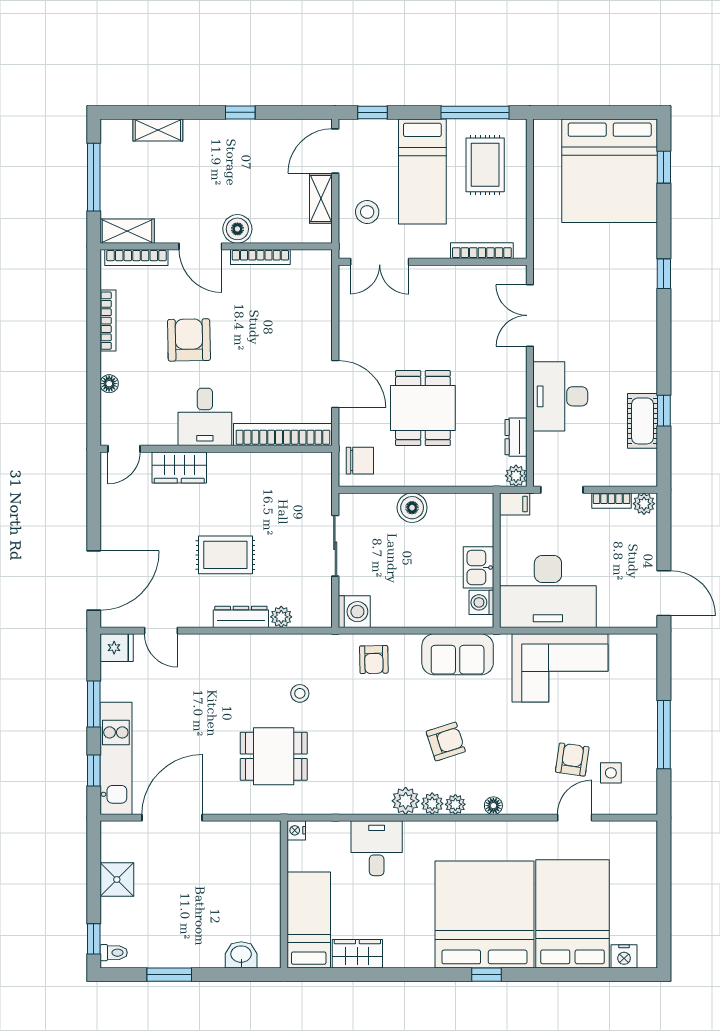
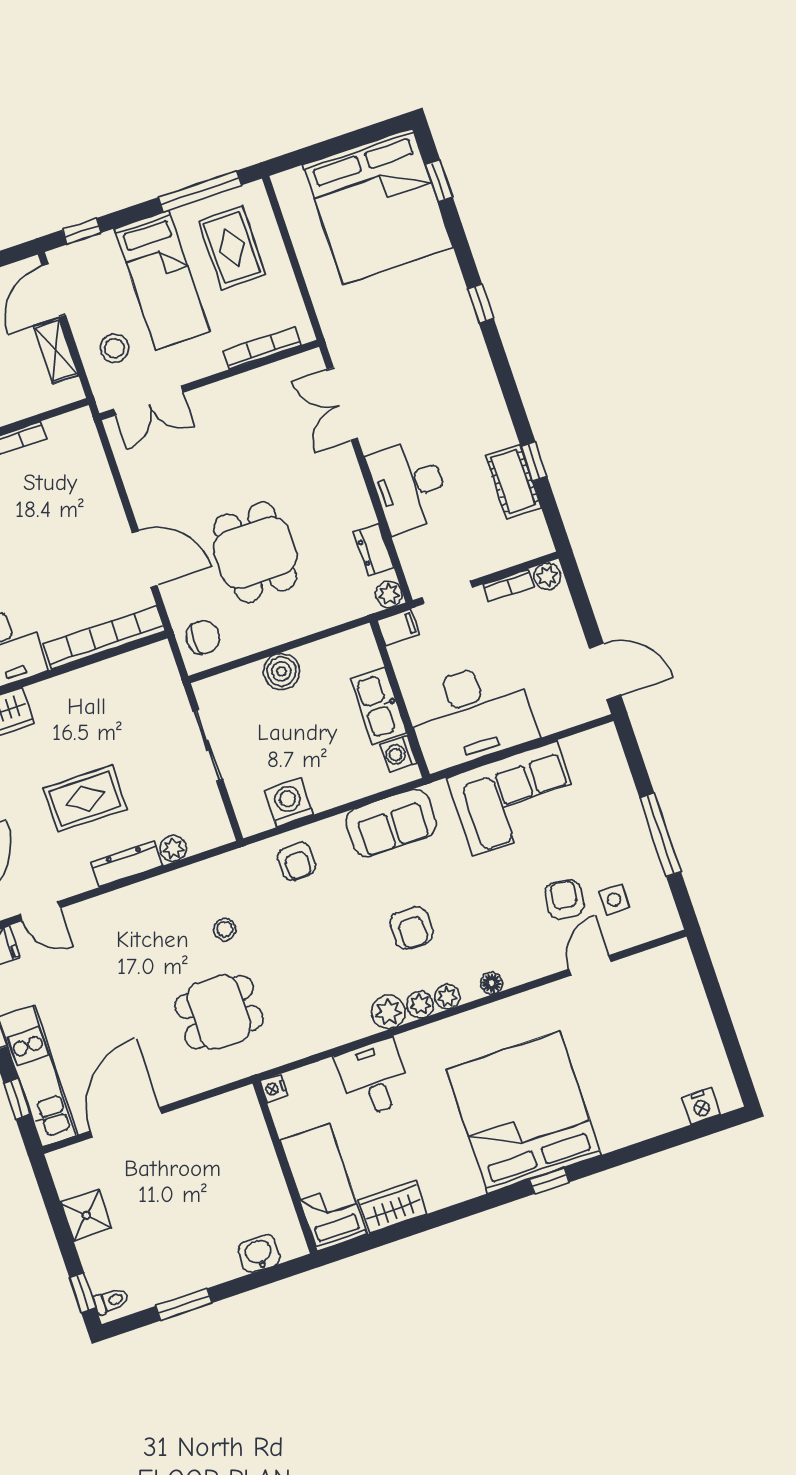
kitchen sink: (479, 567) -> (378, 706), width x1.38
washing machine: (354, 612) -> (289, 803), moved, turned -90
armchair: (446, 742) -> (412, 928), turned 108
bed: (572, 914) -> (625, 1077), removed

